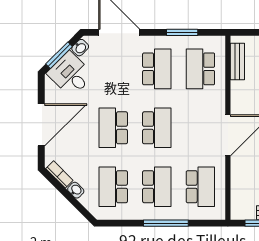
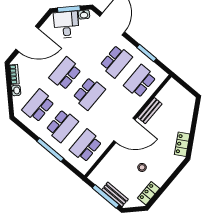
bench: (237, 62) -> (150, 111), moved
school desk: (200, 187) -> (86, 146), turned 180

